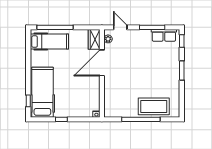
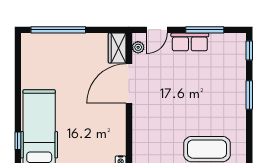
door: (120, 27) -> (157, 30), swing flipped
row of seats: (164, 35) -> (190, 42), moved
hospital bed: (49, 42) -> (50, 51), removed

